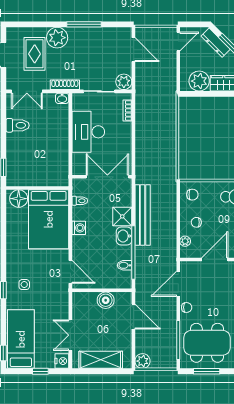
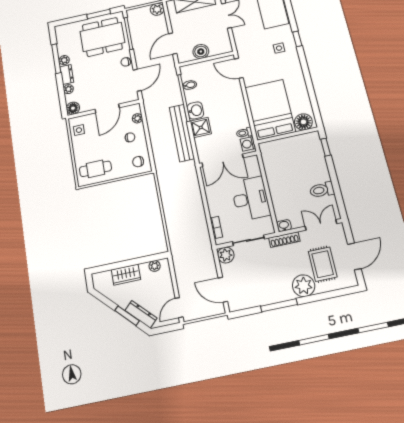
plant: (199, 81) -> (155, 266), width x0.53, depth x0.53
washing machine: (79, 228) -> (248, 144), moved
door: (133, 317) -> (173, 44), hinge flipped

